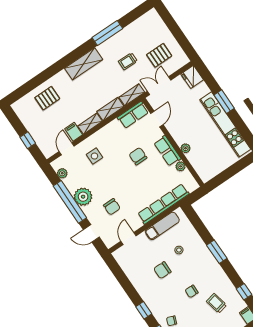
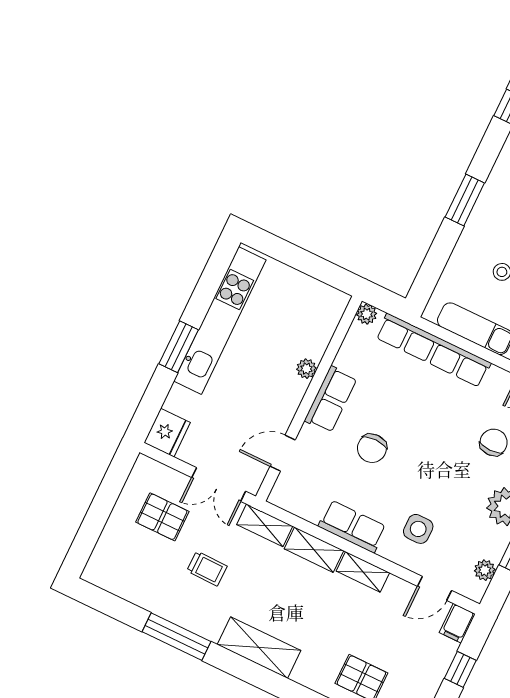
row of seats: (133, 115) -> (352, 526), moved
filing cabinet: (74, 132) -> (457, 623), moved
plant: (181, 166) -> (367, 314), moved

